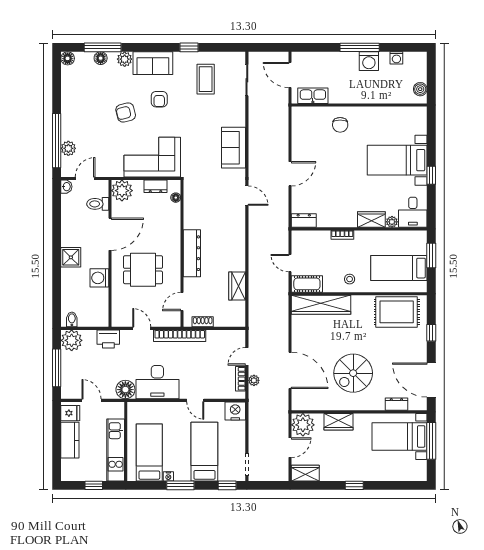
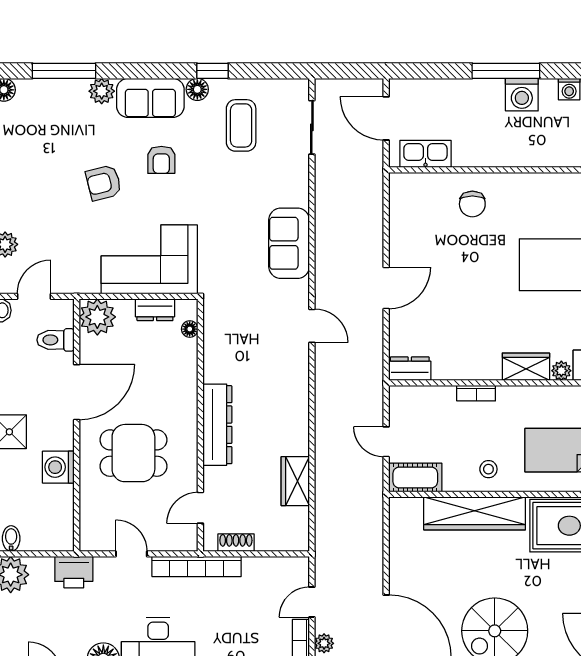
floor lamp: (101, 58) -> (197, 89), moved
wardrobe: (321, 305) -> (475, 513), moved

